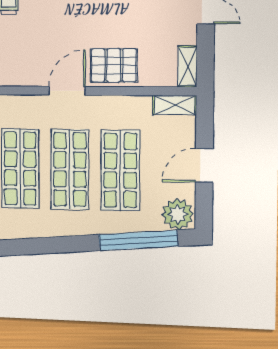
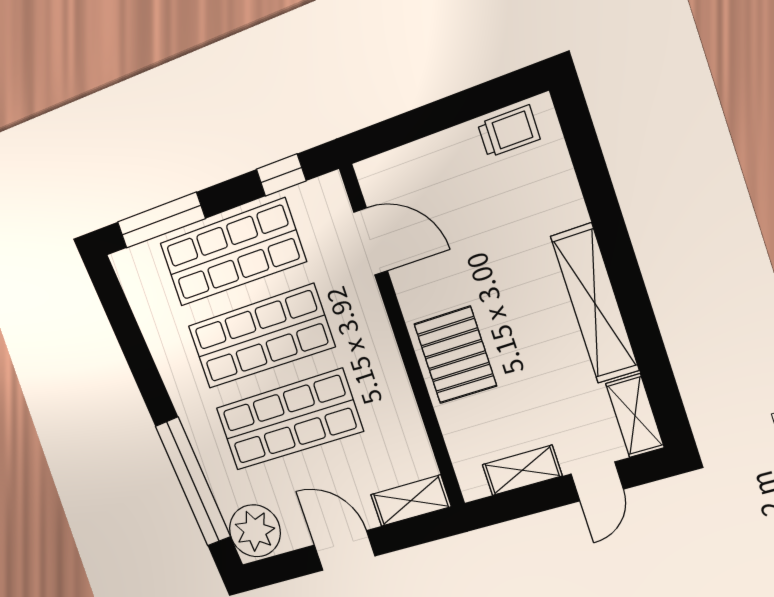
shelving: (188, 67) -> (522, 470), moved
door: (67, 91) -> (371, 242), moved
shelving: (175, 105) -> (411, 501), moved, turned 90

